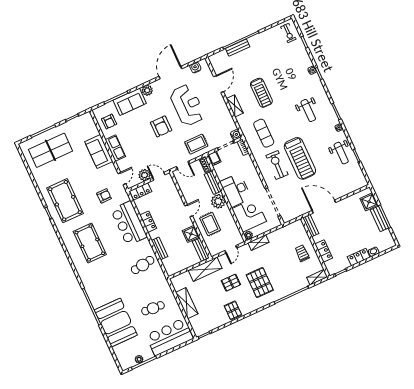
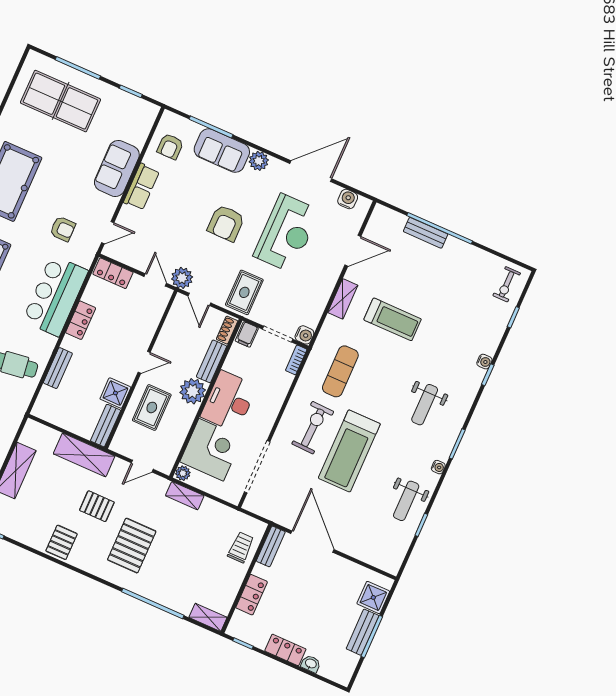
treadmill: (261, 93) -> (393, 319), turned -90
rug: (196, 144) -> (244, 292), turned 90
plant: (145, 175) -> (182, 278), moved
trolley: (302, 253) -> (241, 547), moved

